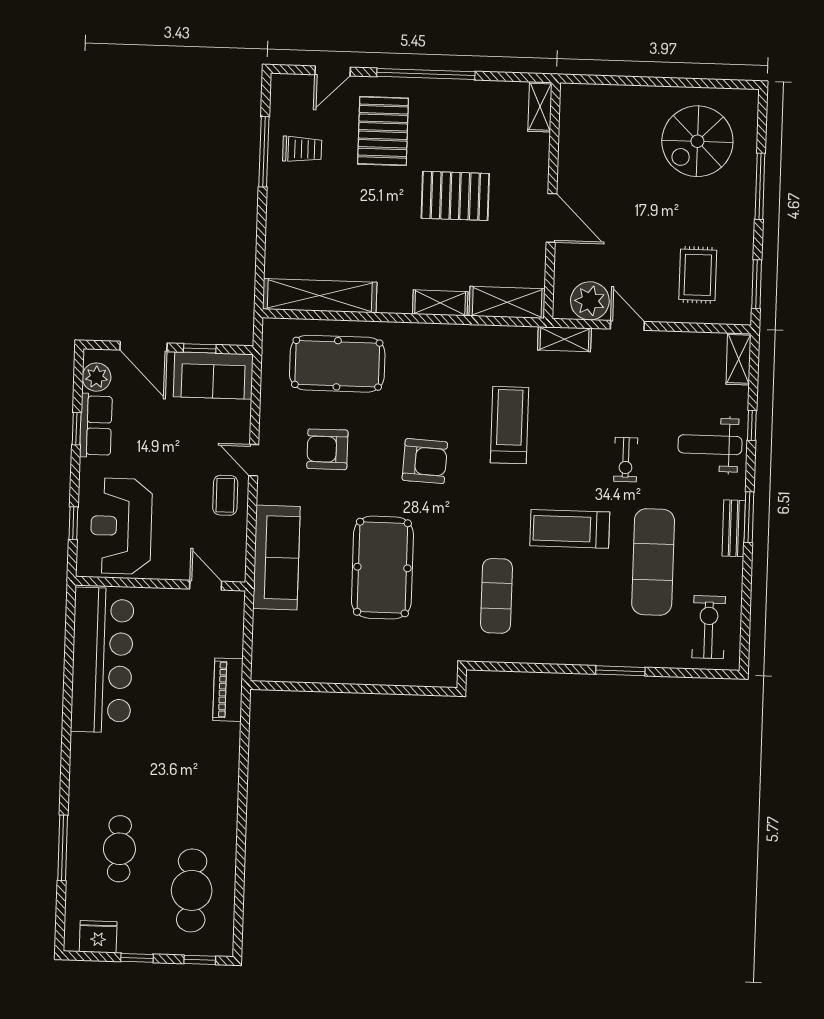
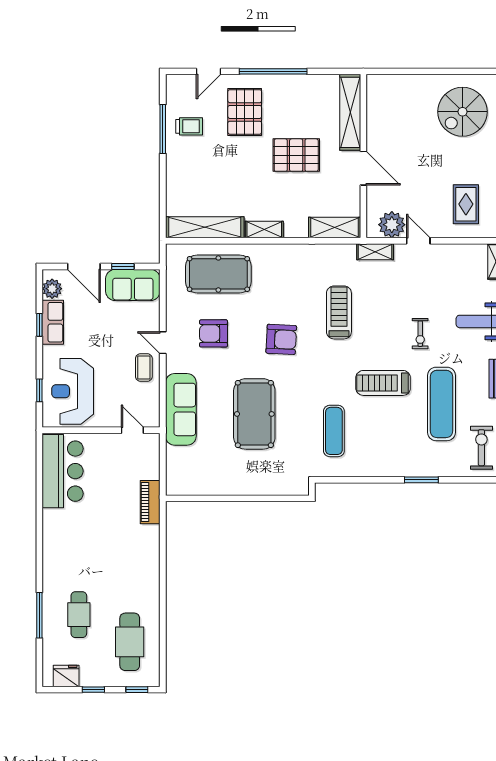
shelving: (540, 107) -> (350, 112), width x2.20, depth x1.33
shelving: (440, 303) -> (264, 230), moved
bar counter: (102, 660) -> (63, 471), width x0.73

